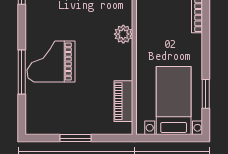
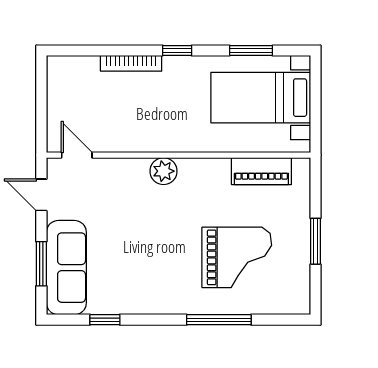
window: (206, 43) -> (177, 50), added
grand piano: (51, 61) -> (237, 257), moved, turned -90

